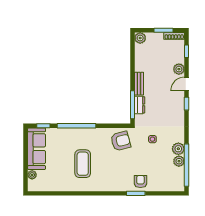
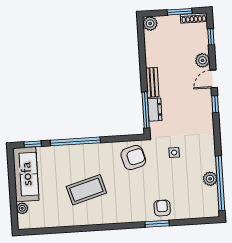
plant: (178, 149) -> (208, 163), removed
coffee table: (83, 164) -> (86, 190), turned 74

